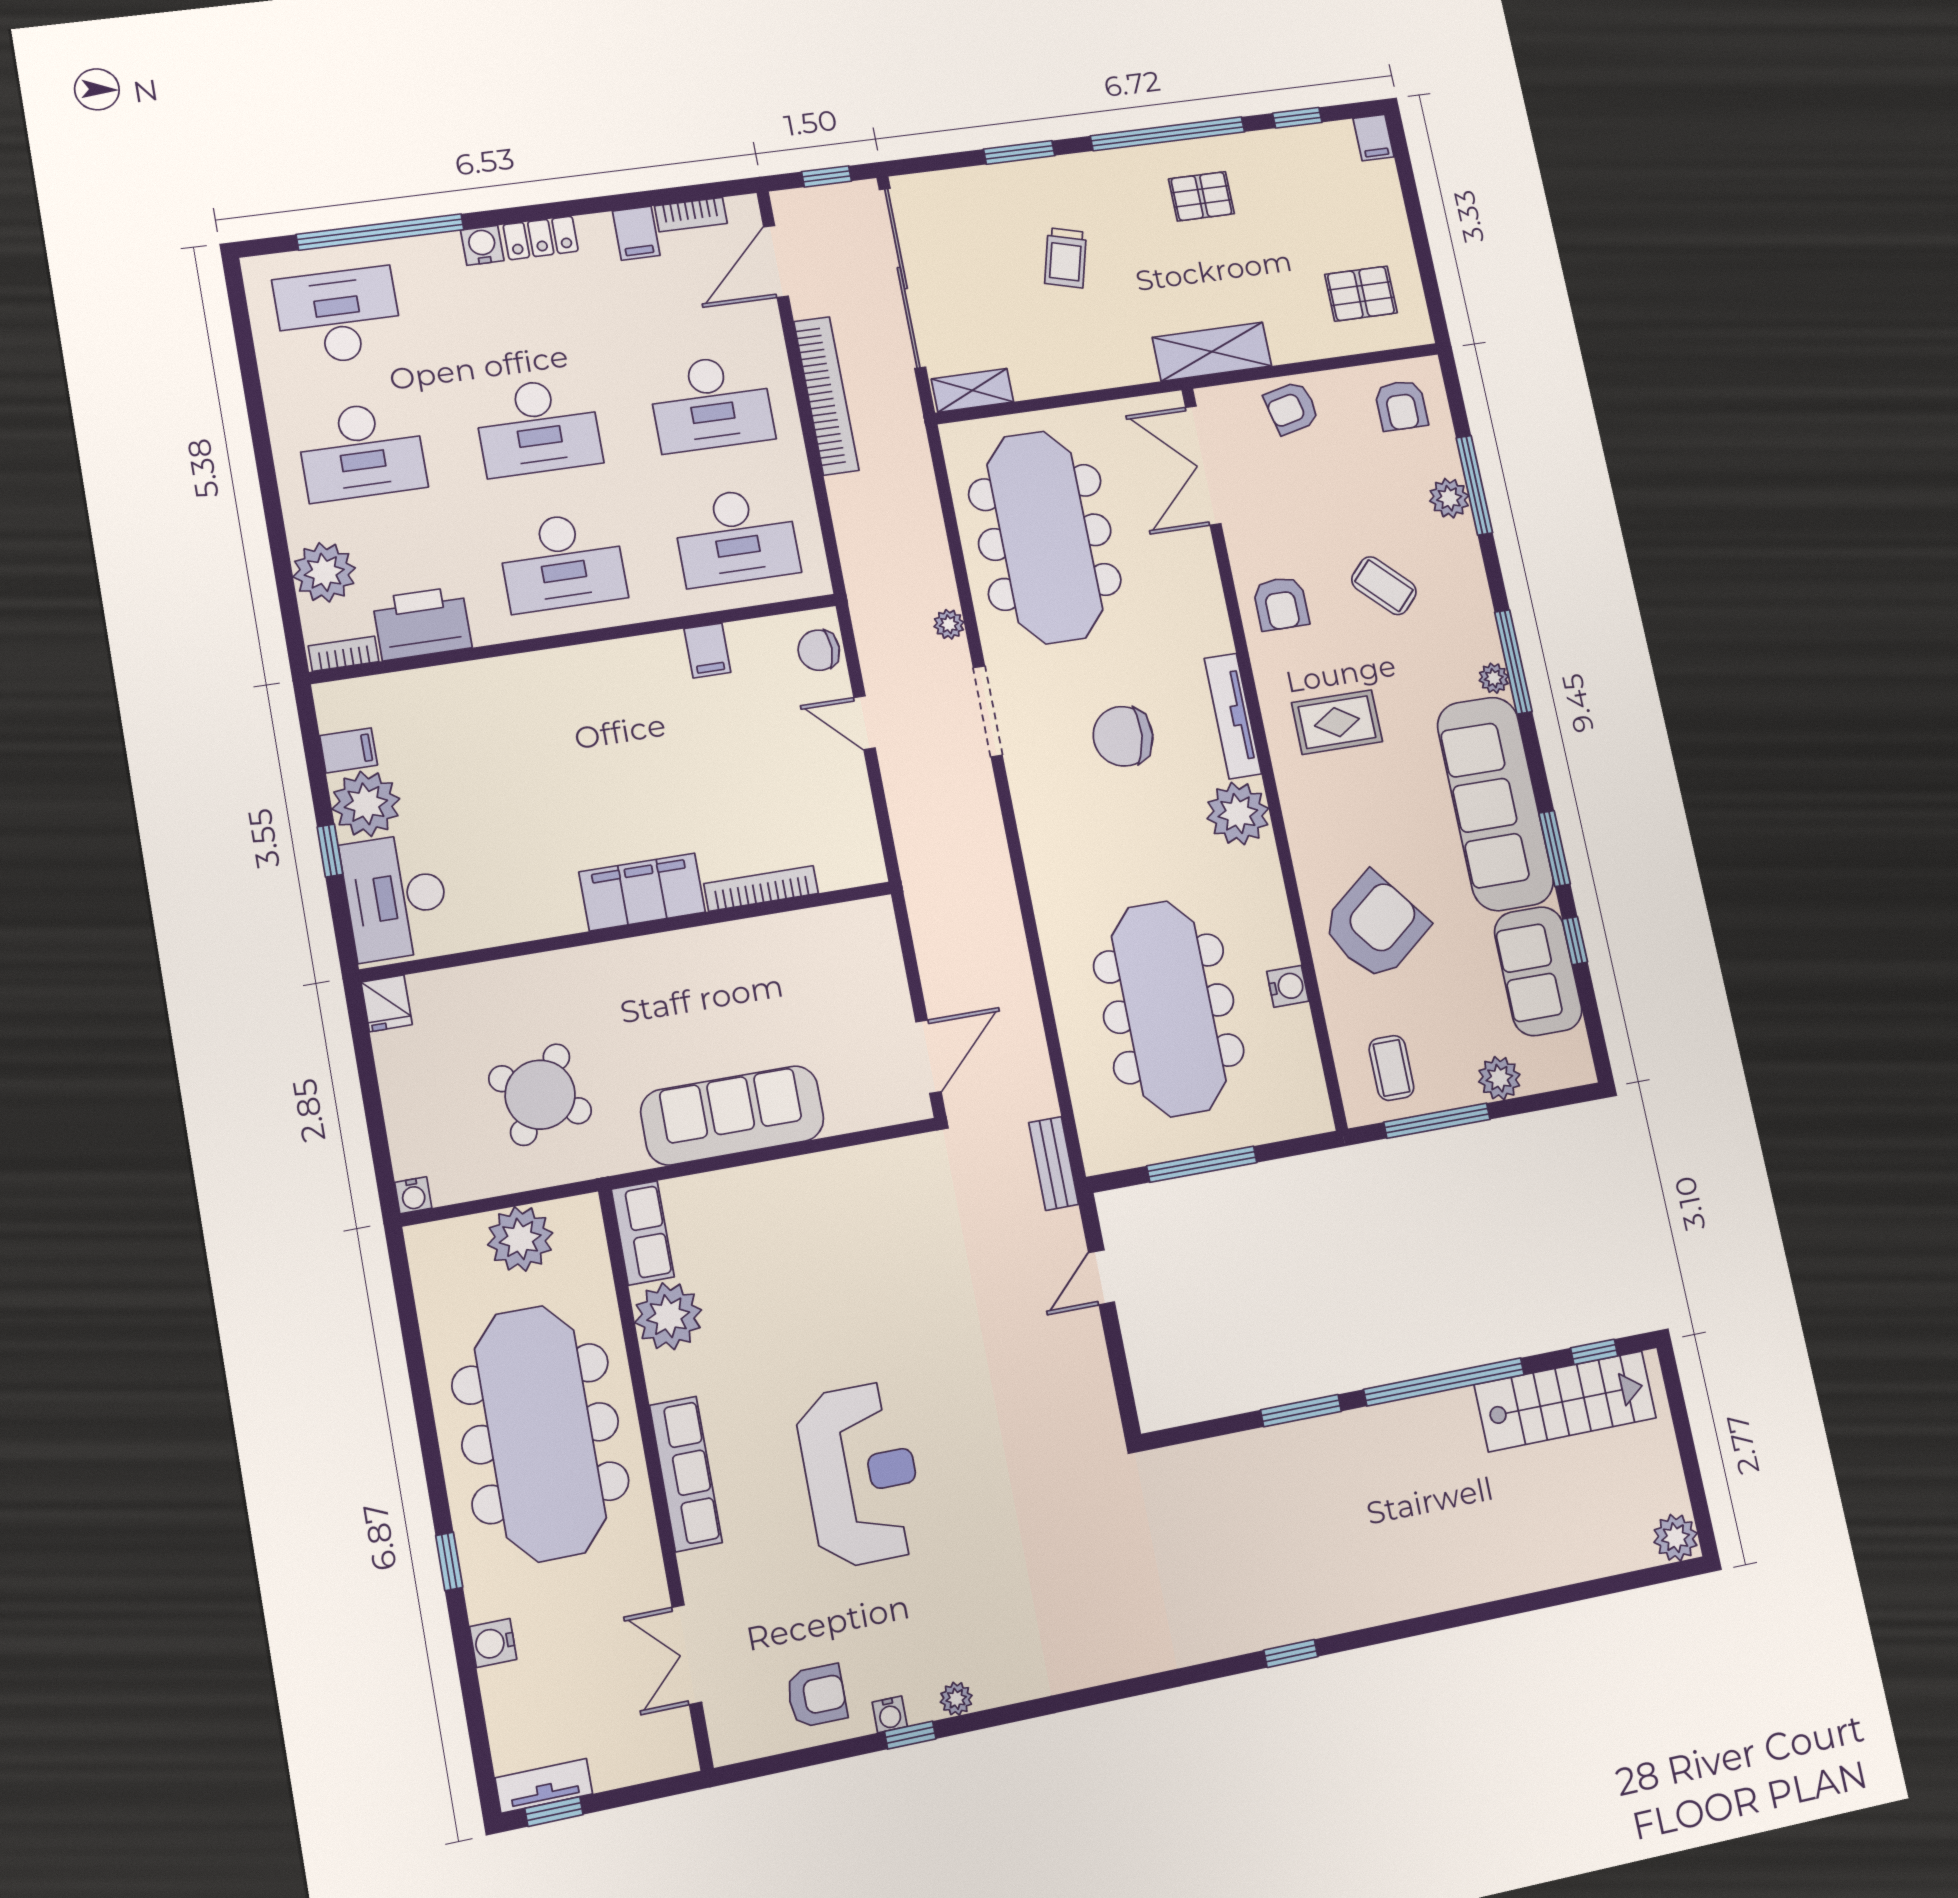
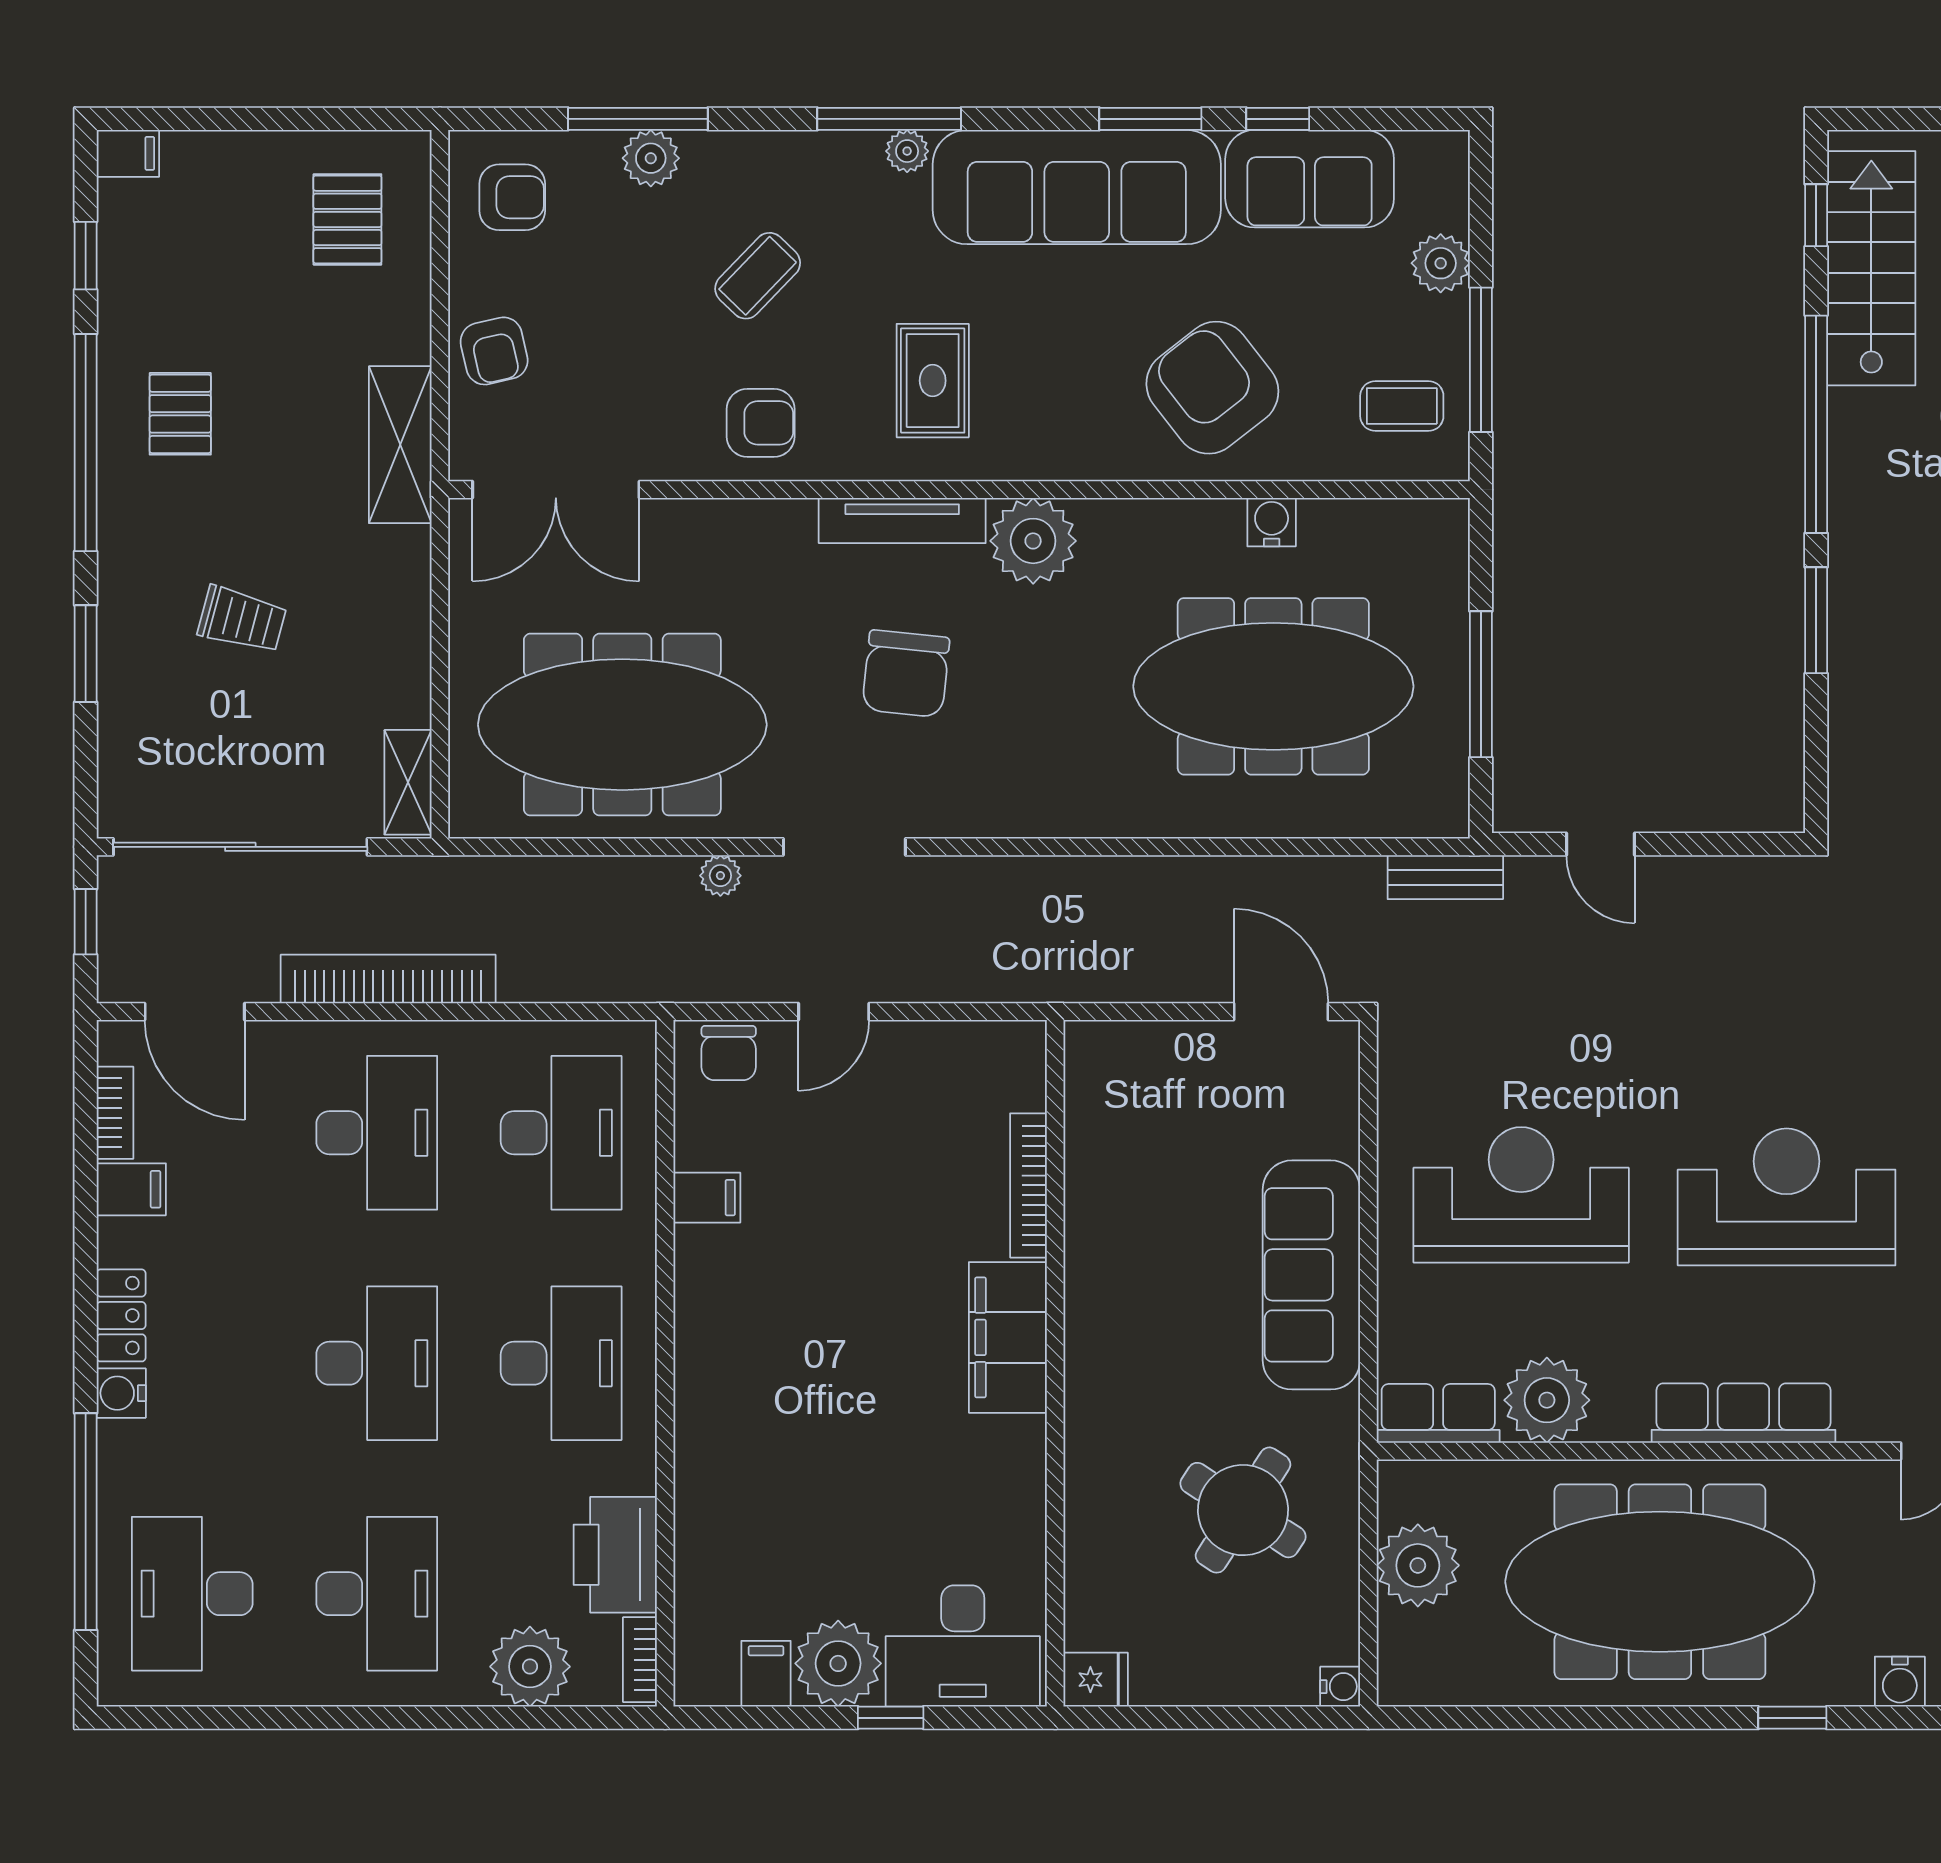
reception desk: (824, 1266) -> (1521, 1195), added

